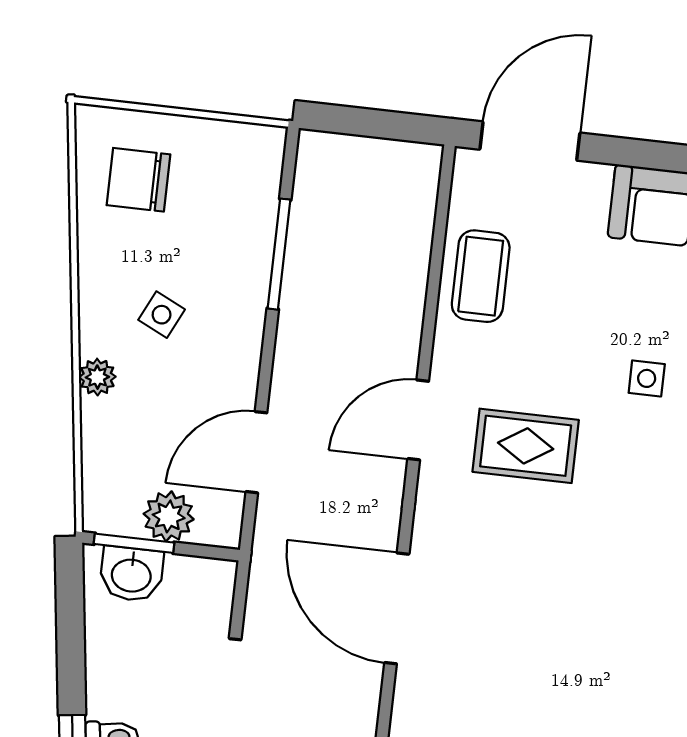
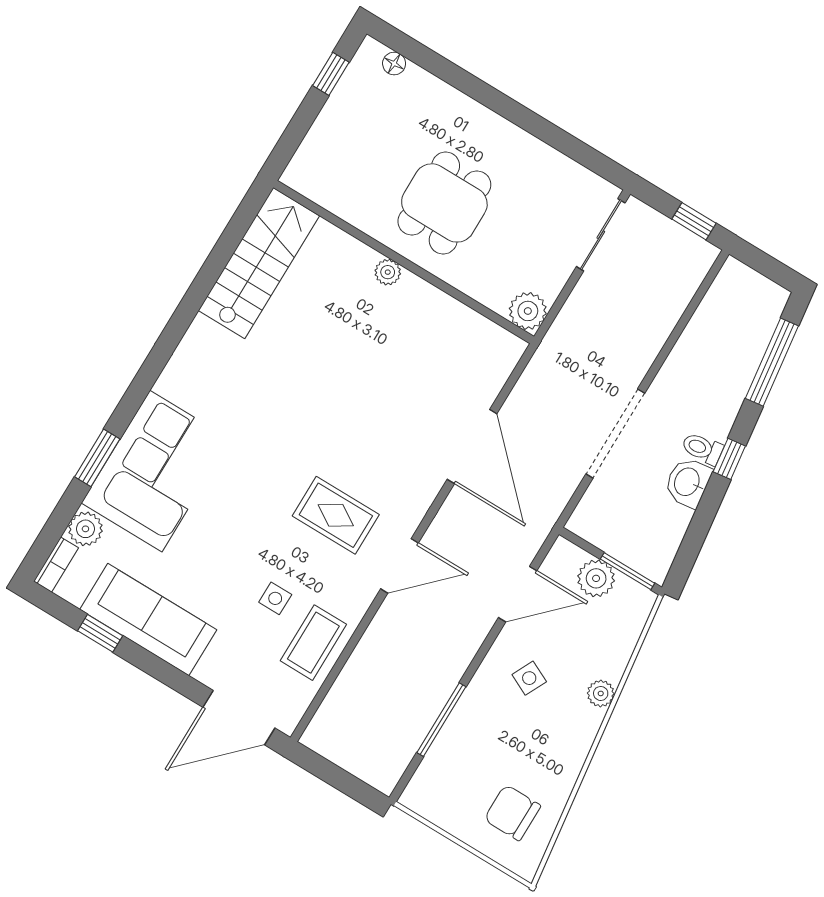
chair: (138, 180) -> (512, 813), turned 180
side table: (162, 315) -> (529, 678), moved
side table: (647, 378) -> (275, 598), moved
washbasin: (131, 574) -> (688, 482), moved, turned -98

